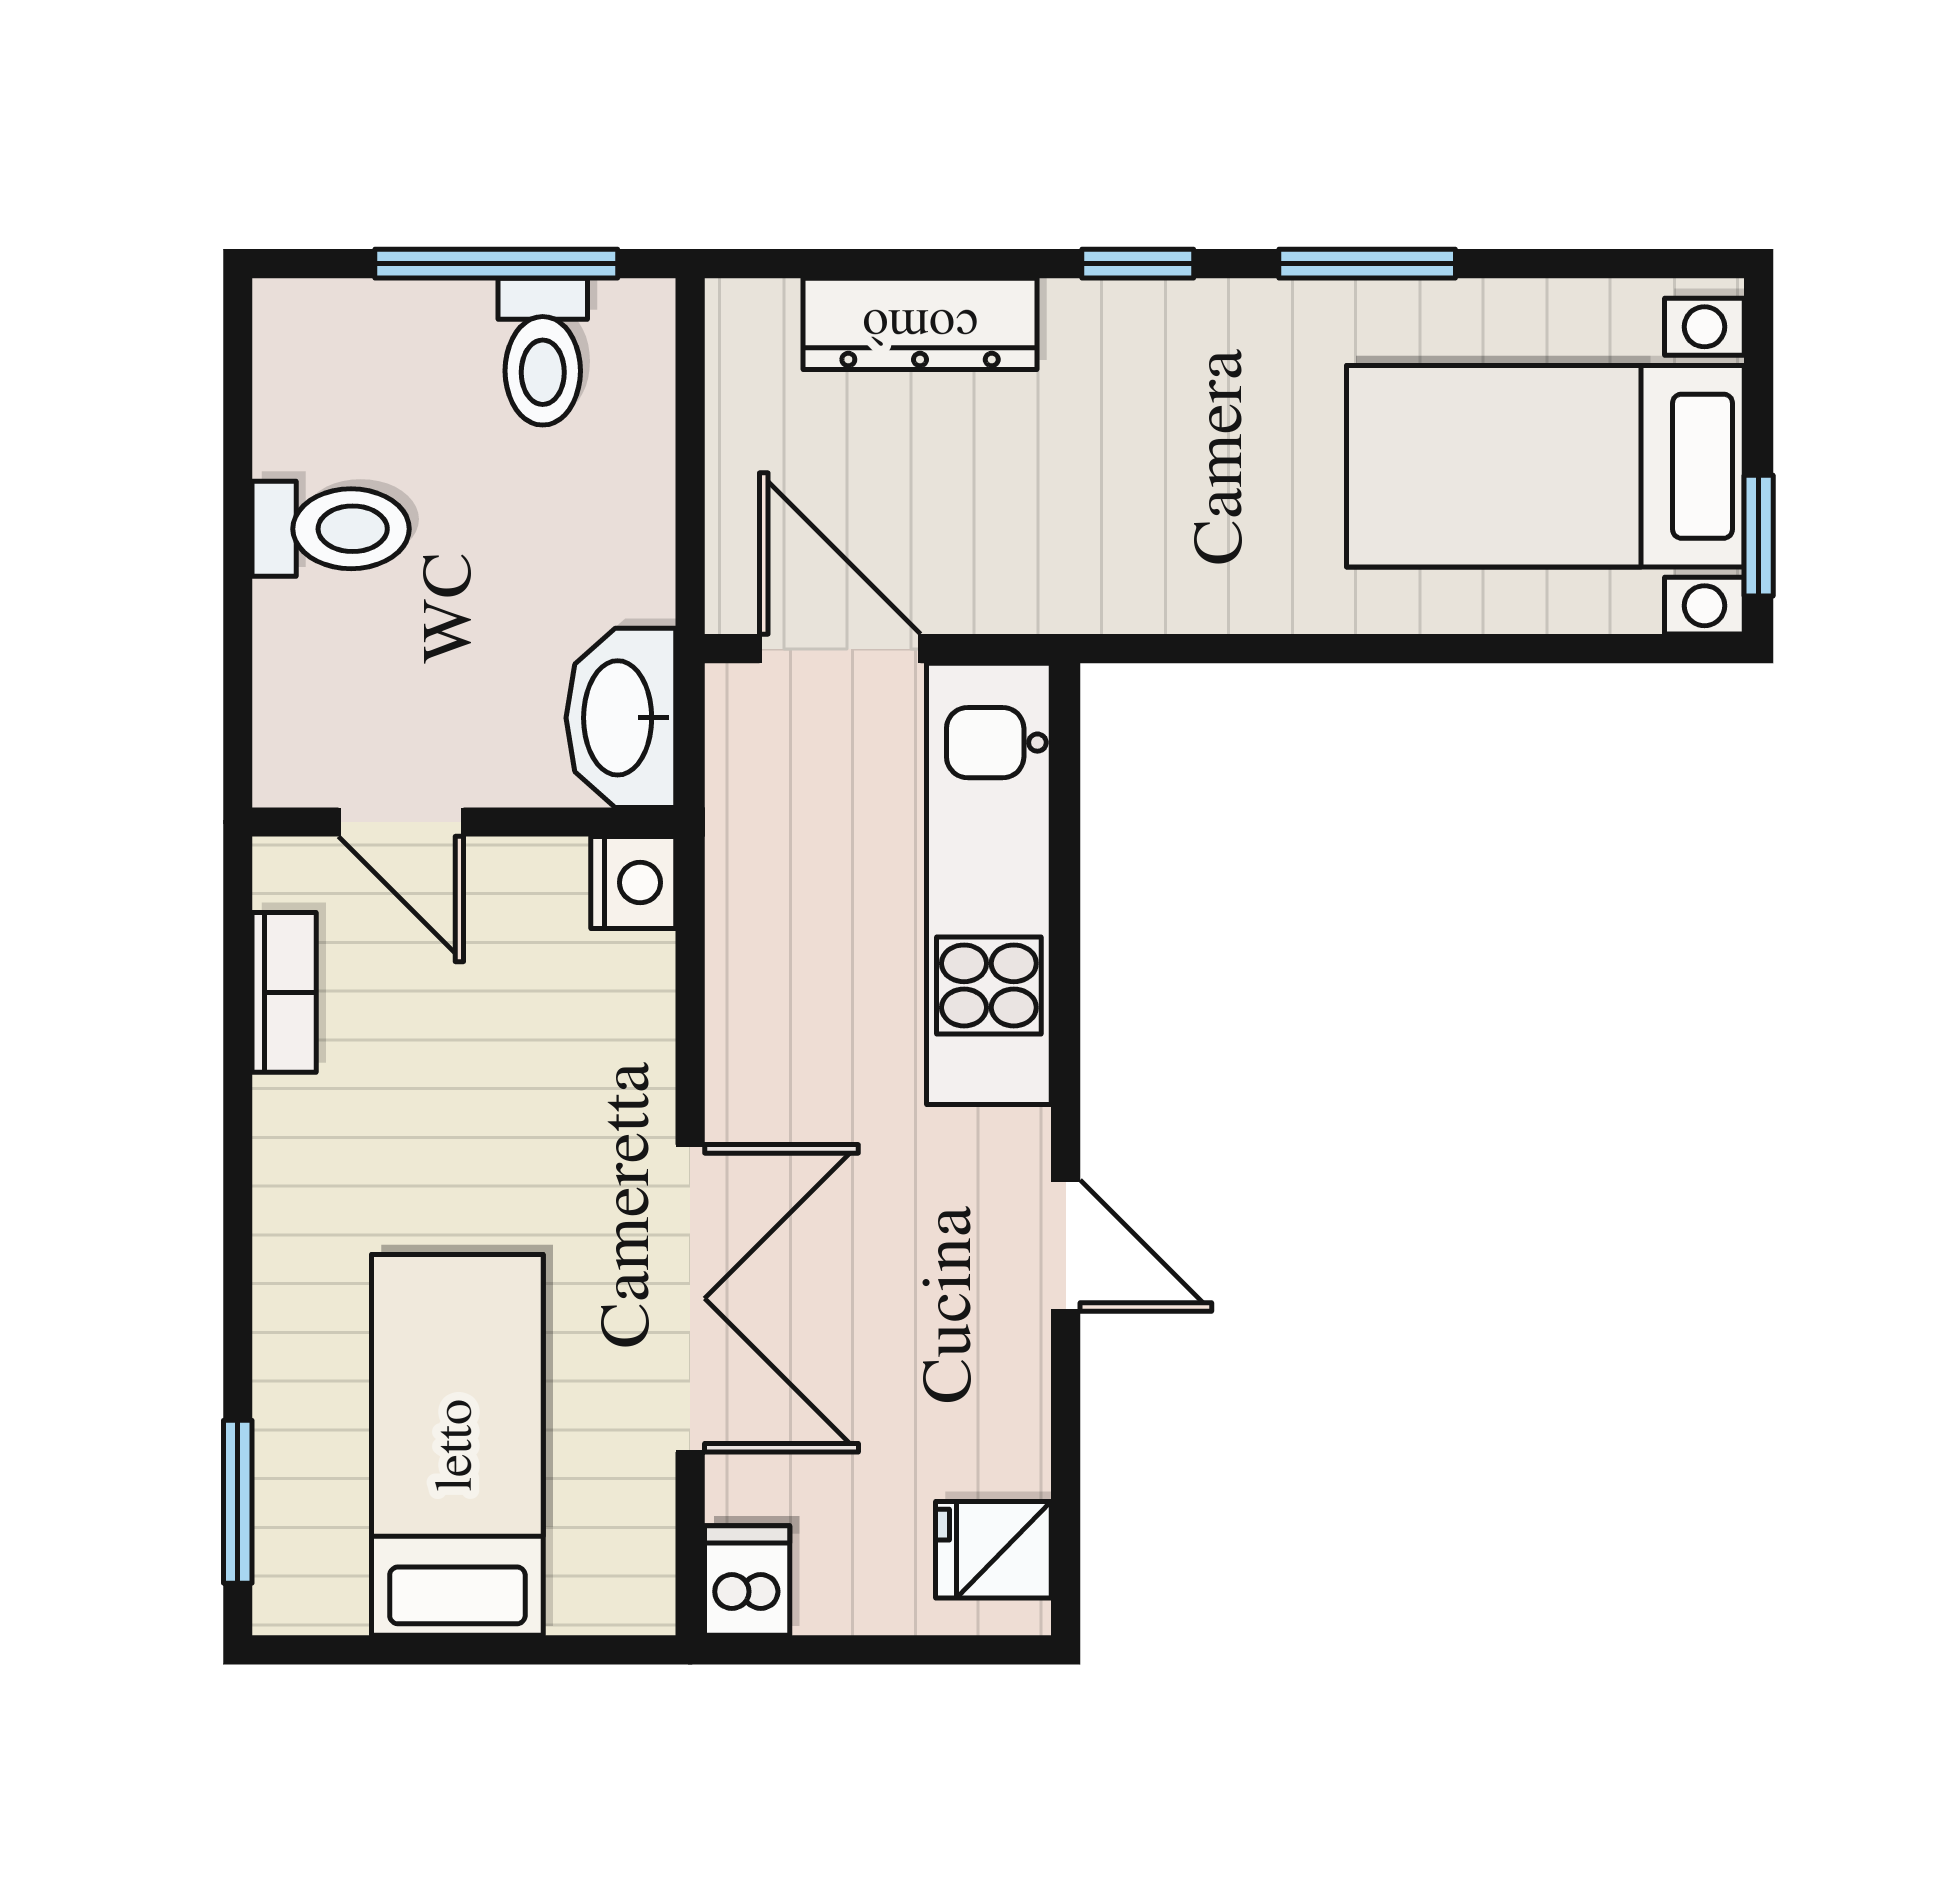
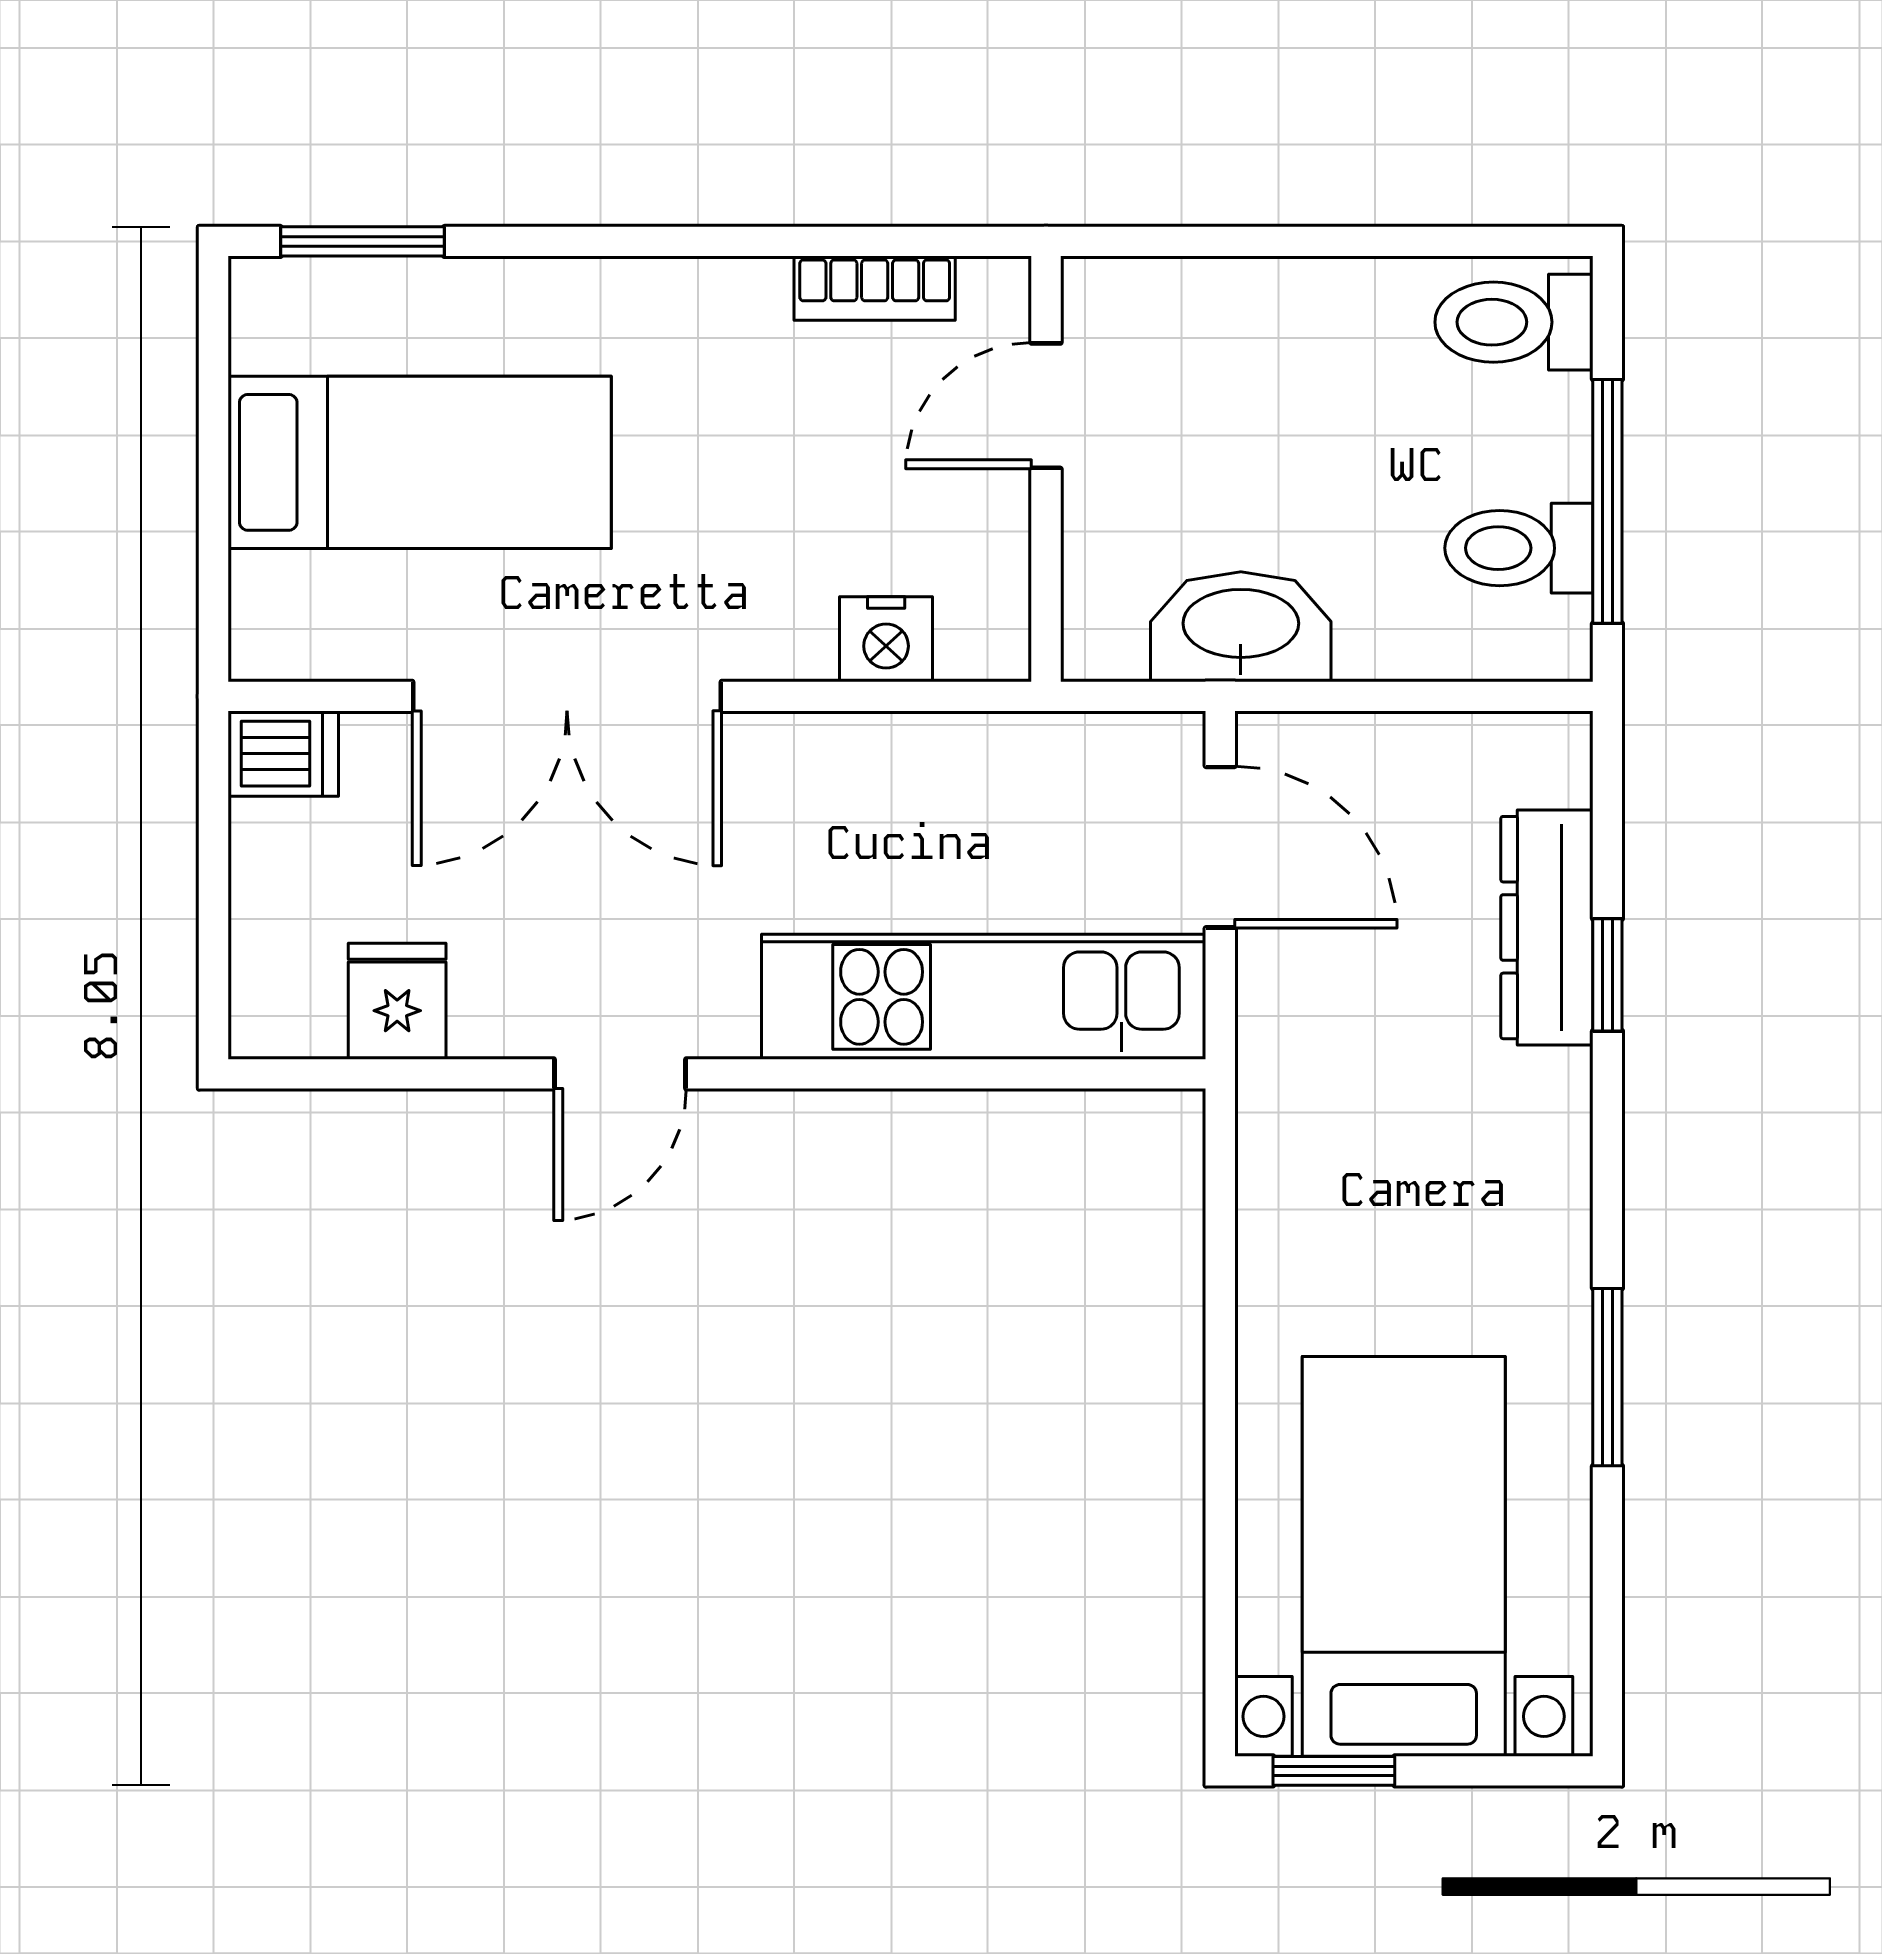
window: (1138, 264) -> (1607, 975), moved
toilet: (331, 529) -> (1514, 322), moved, turned 90
door: (840, 649) -> (1220, 847), hinge flipped
washbasin: (621, 718) -> (1241, 627), moved
nightstand: (633, 883) -> (886, 639), moved
fridge: (993, 1550) -> (397, 1001), moved

